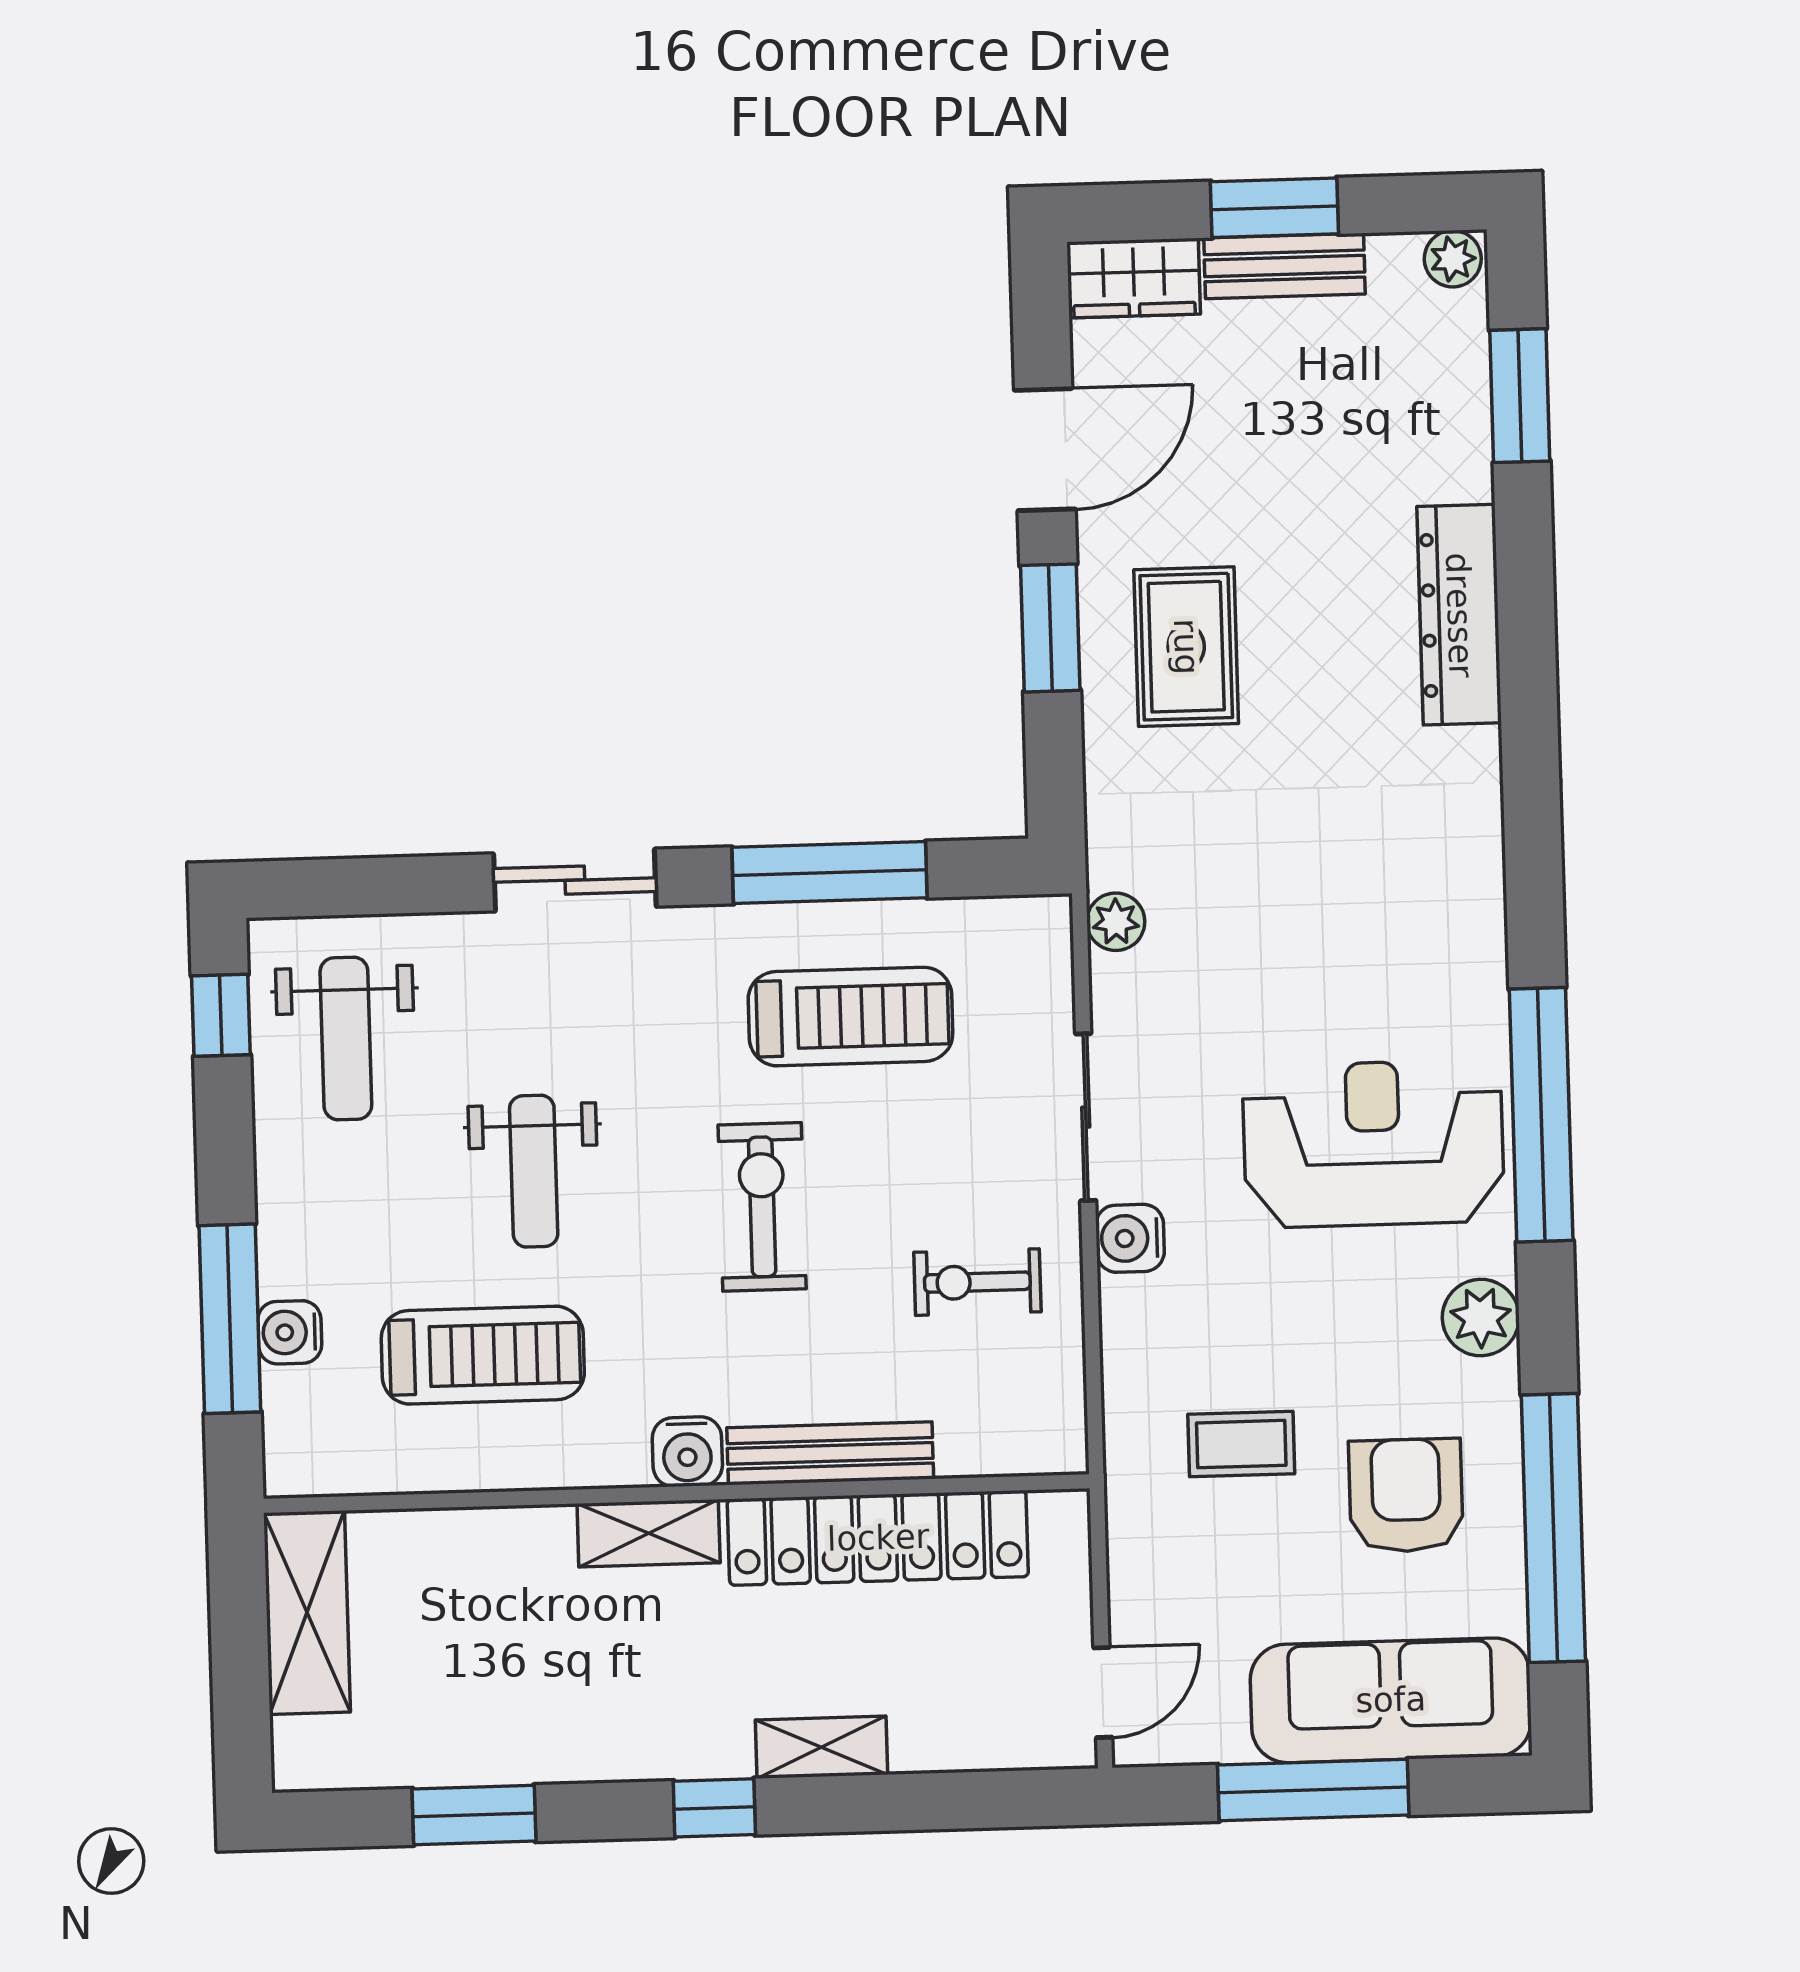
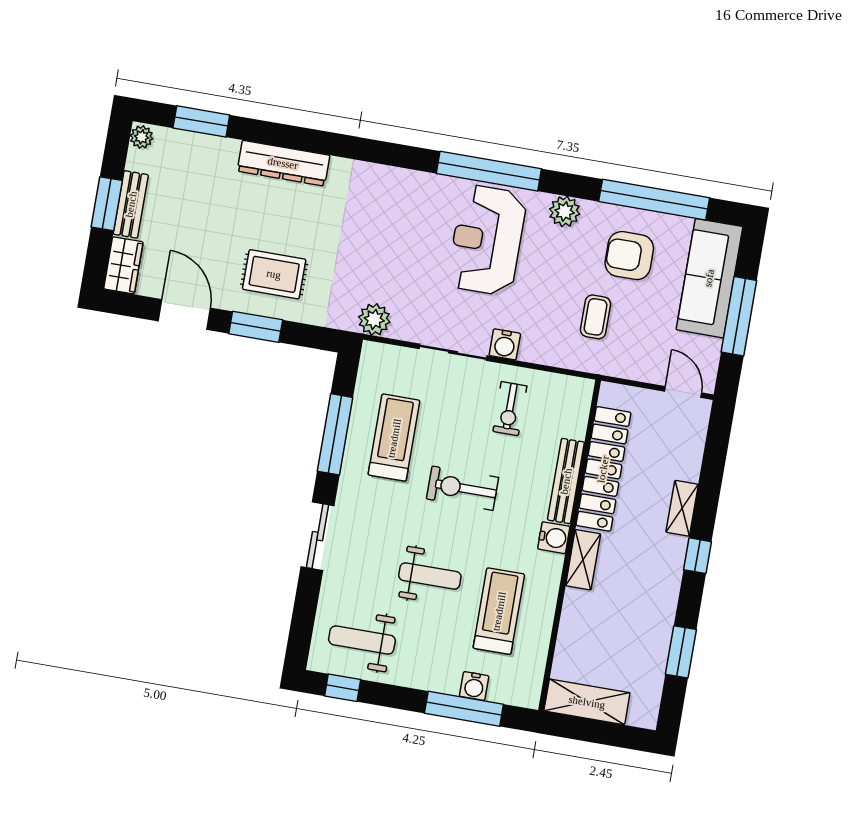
plant: (1116, 922) -> (374, 319), width x1.38, depth x1.38
weight bench: (346, 1038) -> (362, 640), turned 180

